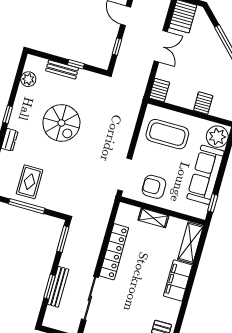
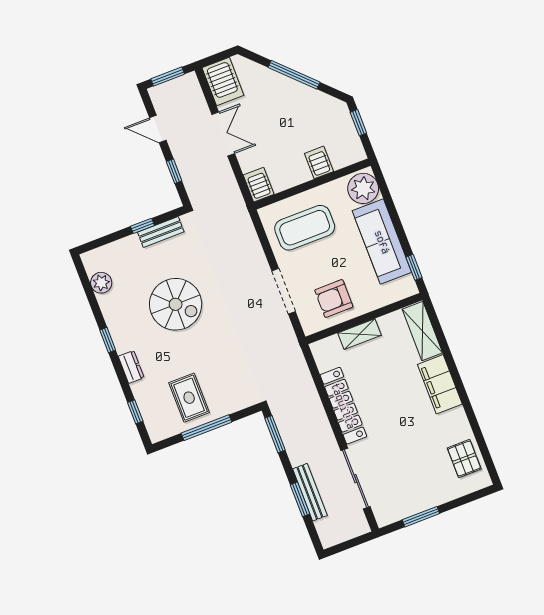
bench: (62, 69) -> (161, 232), moved
doorway: (125, 174) -> (284, 291), moved

